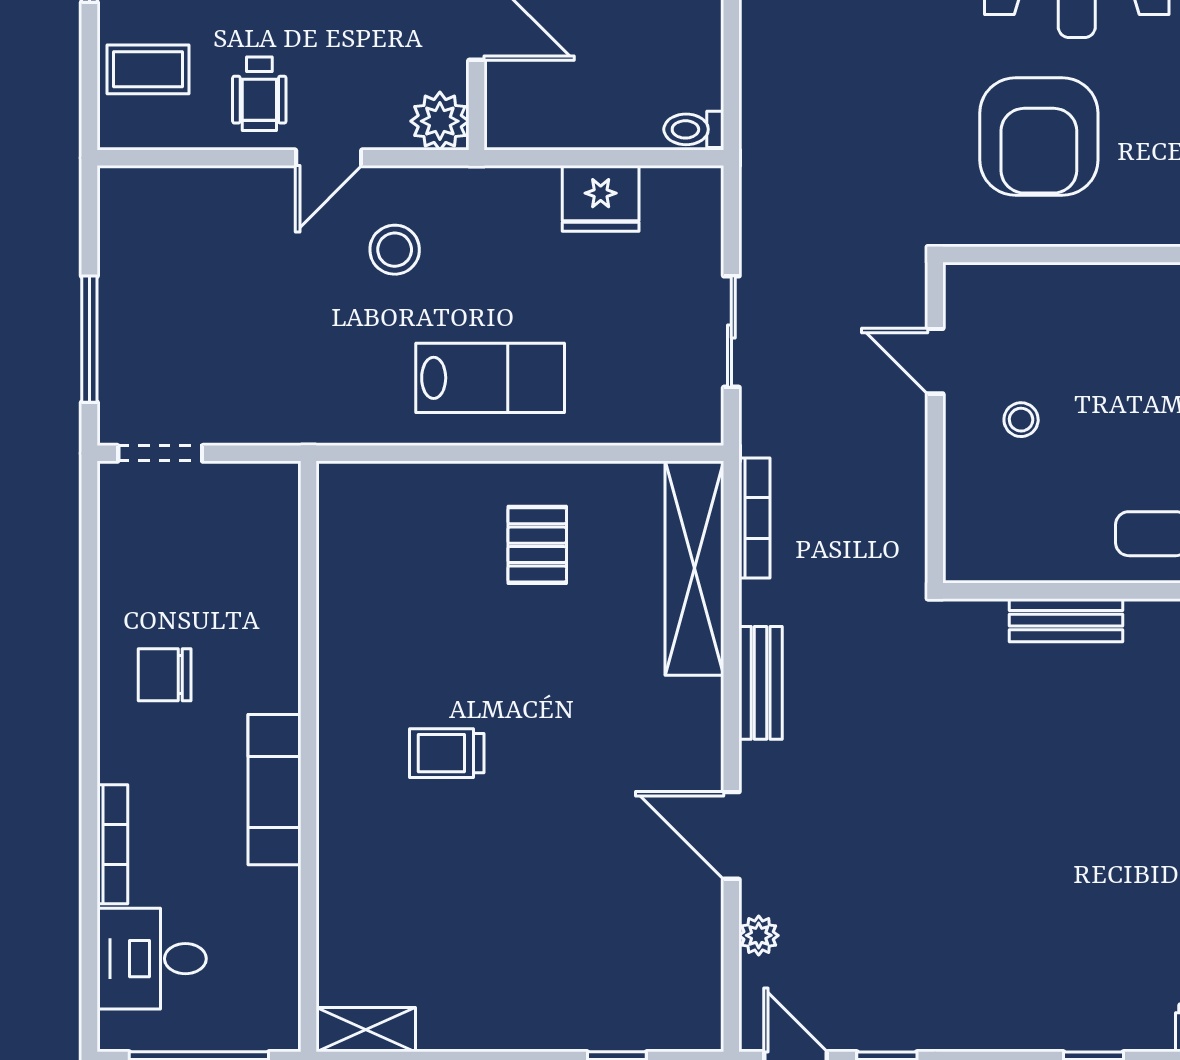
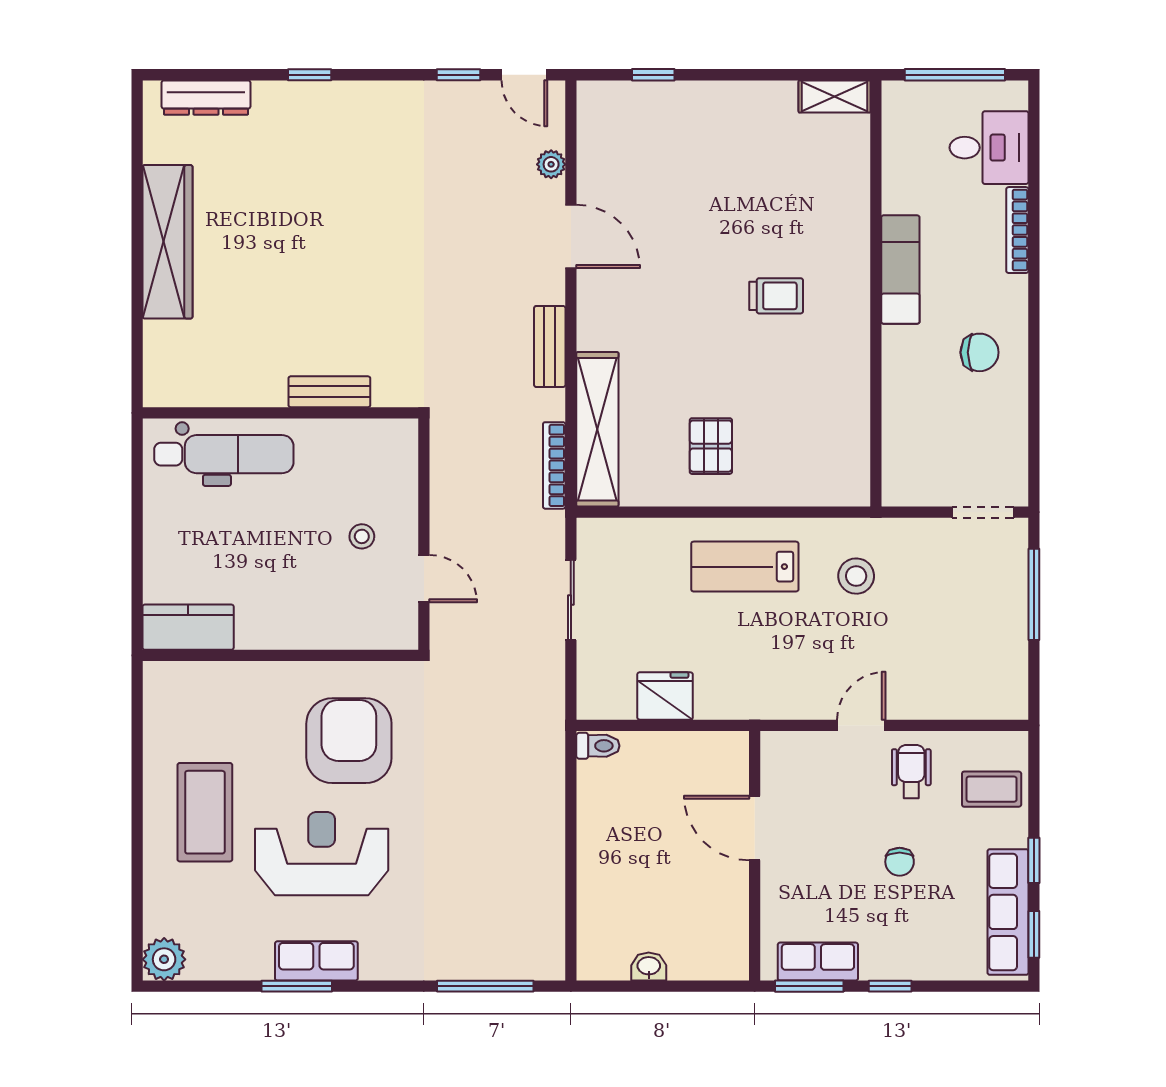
plant: (440, 121) -> (781, 752), removed
stool: (395, 250) -> (856, 576), moved

